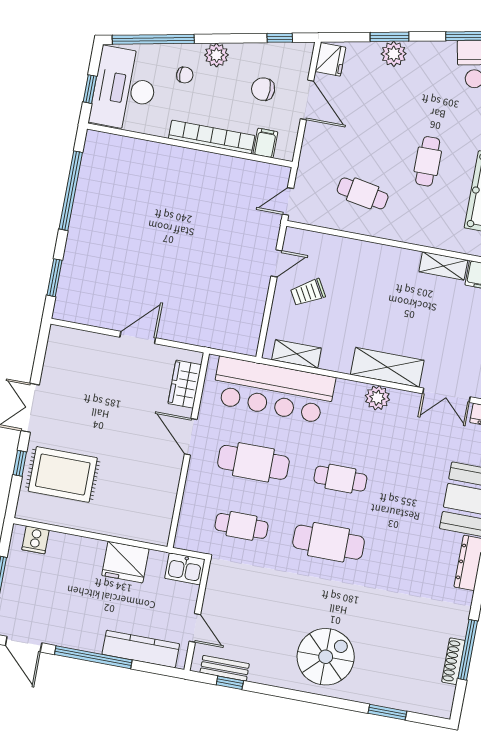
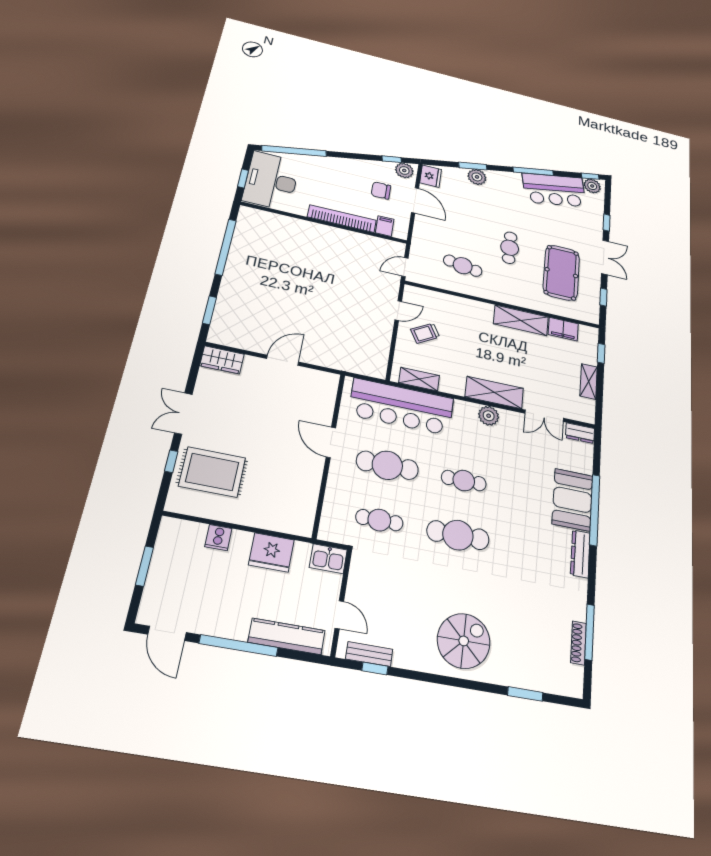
plant: (216, 55) -> (404, 170), moved
chair: (185, 75) -> (319, 176), removed
shelving: (443, 266) -> (521, 320), width x1.50, depth x1.33
wardrobe: (185, 384) -> (222, 360), moved, turned -90
cooker: (35, 540) -> (218, 538), moved

